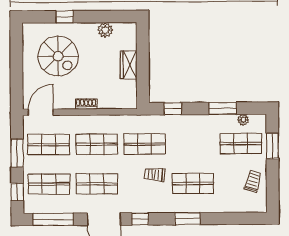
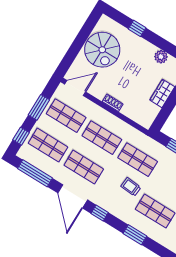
spiral stairs: (58, 56) -> (102, 50), moved

